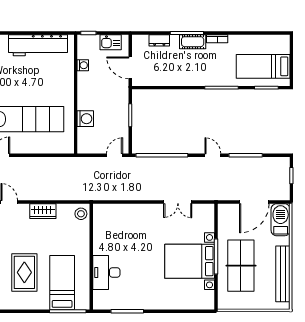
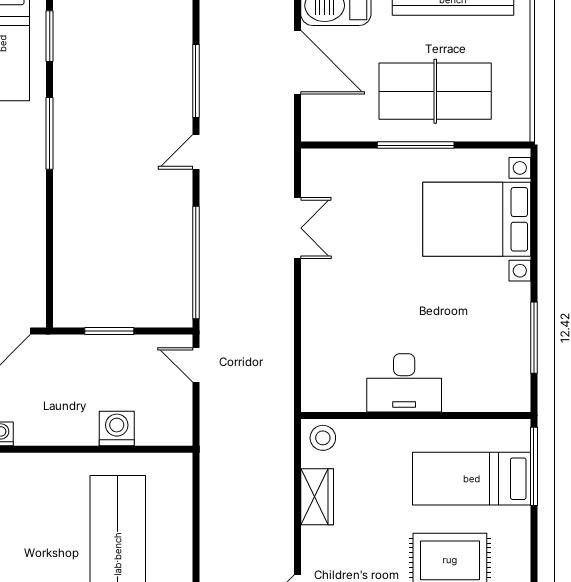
wardrobe: (43, 211) -> (317, 497), moved
bed with nightstands: (190, 261) -> (477, 219), moved, turned 90
desk: (106, 272) -> (404, 383), moved

